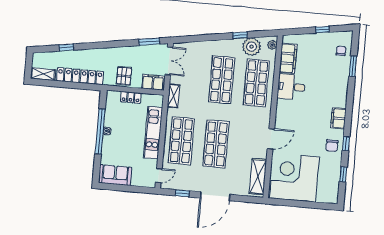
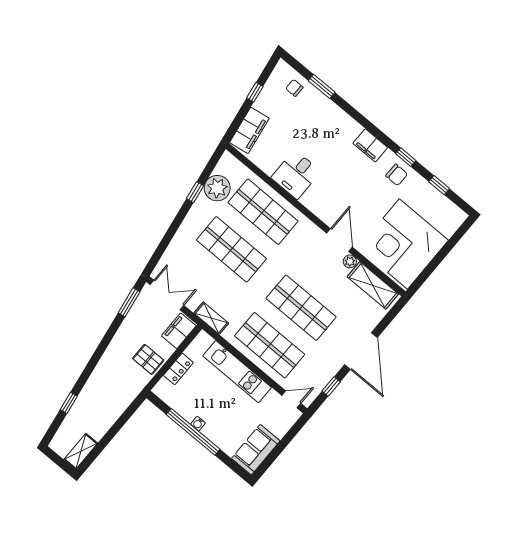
plant: (272, 45) -> (350, 261), moved
filing cabinet: (288, 58) -> (249, 130), moved, turned 81
locker: (80, 76) -> (113, 410), removed
door: (159, 175) -> (291, 399), hinge flipped

